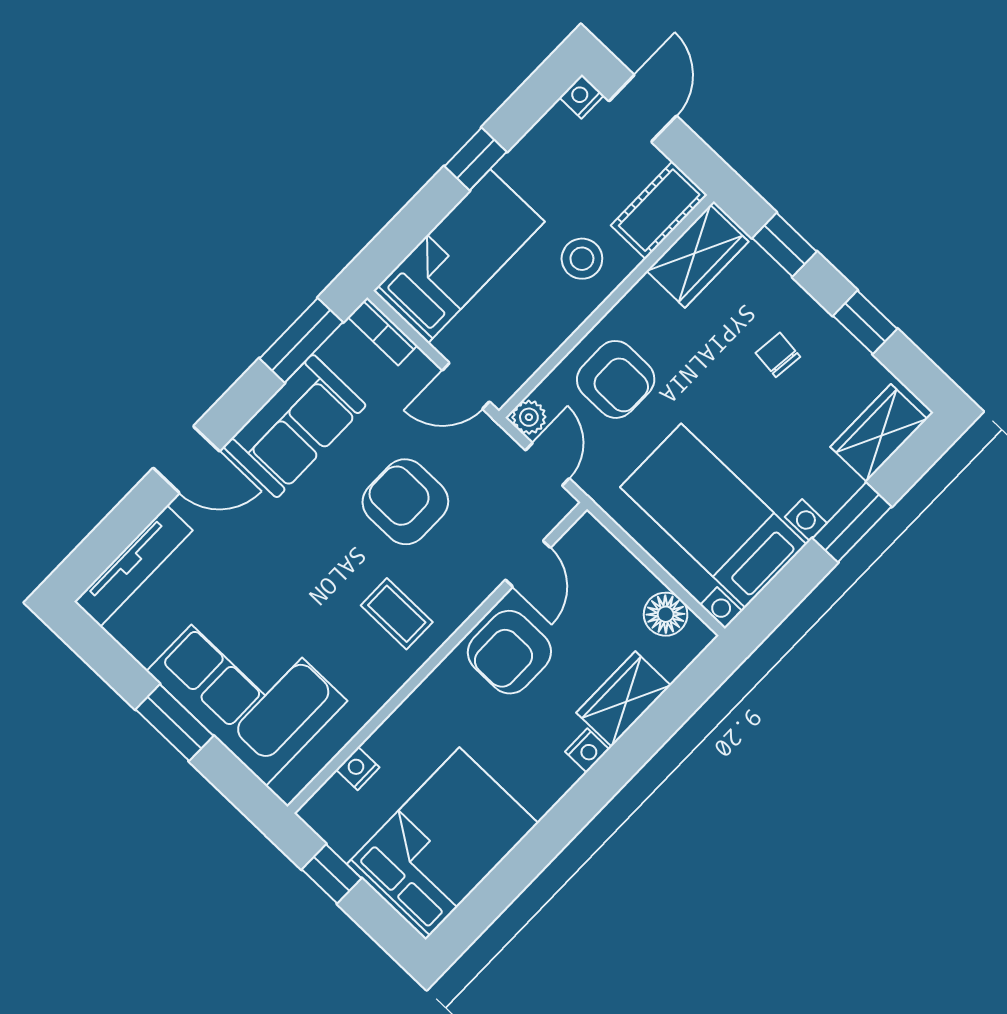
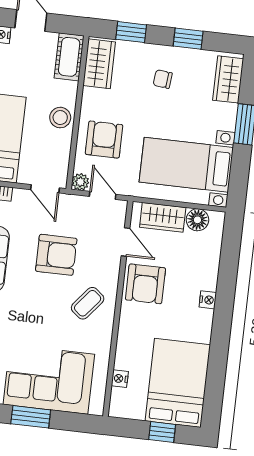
stool: (582, 259) -> (60, 118), moved
armchair: (616, 379) -> (104, 140), turned -90
door: (466, 386) -> (45, 189), hinge flipped
armchair: (405, 502) -> (56, 255), turned 180
coffee table: (397, 614) -> (88, 303), turned -51
wardrobe: (624, 699) -> (163, 217), moved, turned -90
window: (332, 874) -> (162, 432), moved

